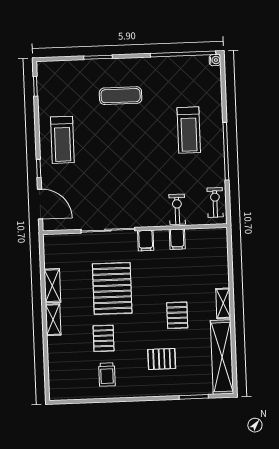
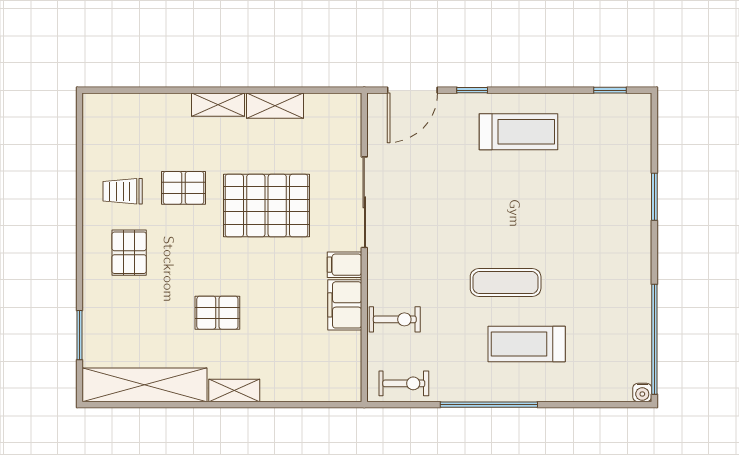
exercise mat: (121, 96) -> (506, 283), moved, turned 90
treadmill: (62, 140) -> (519, 132), turned 180
filing cabinet: (177, 239) -> (345, 305), width x2.00
pallet: (162, 359) -> (129, 253), moved

